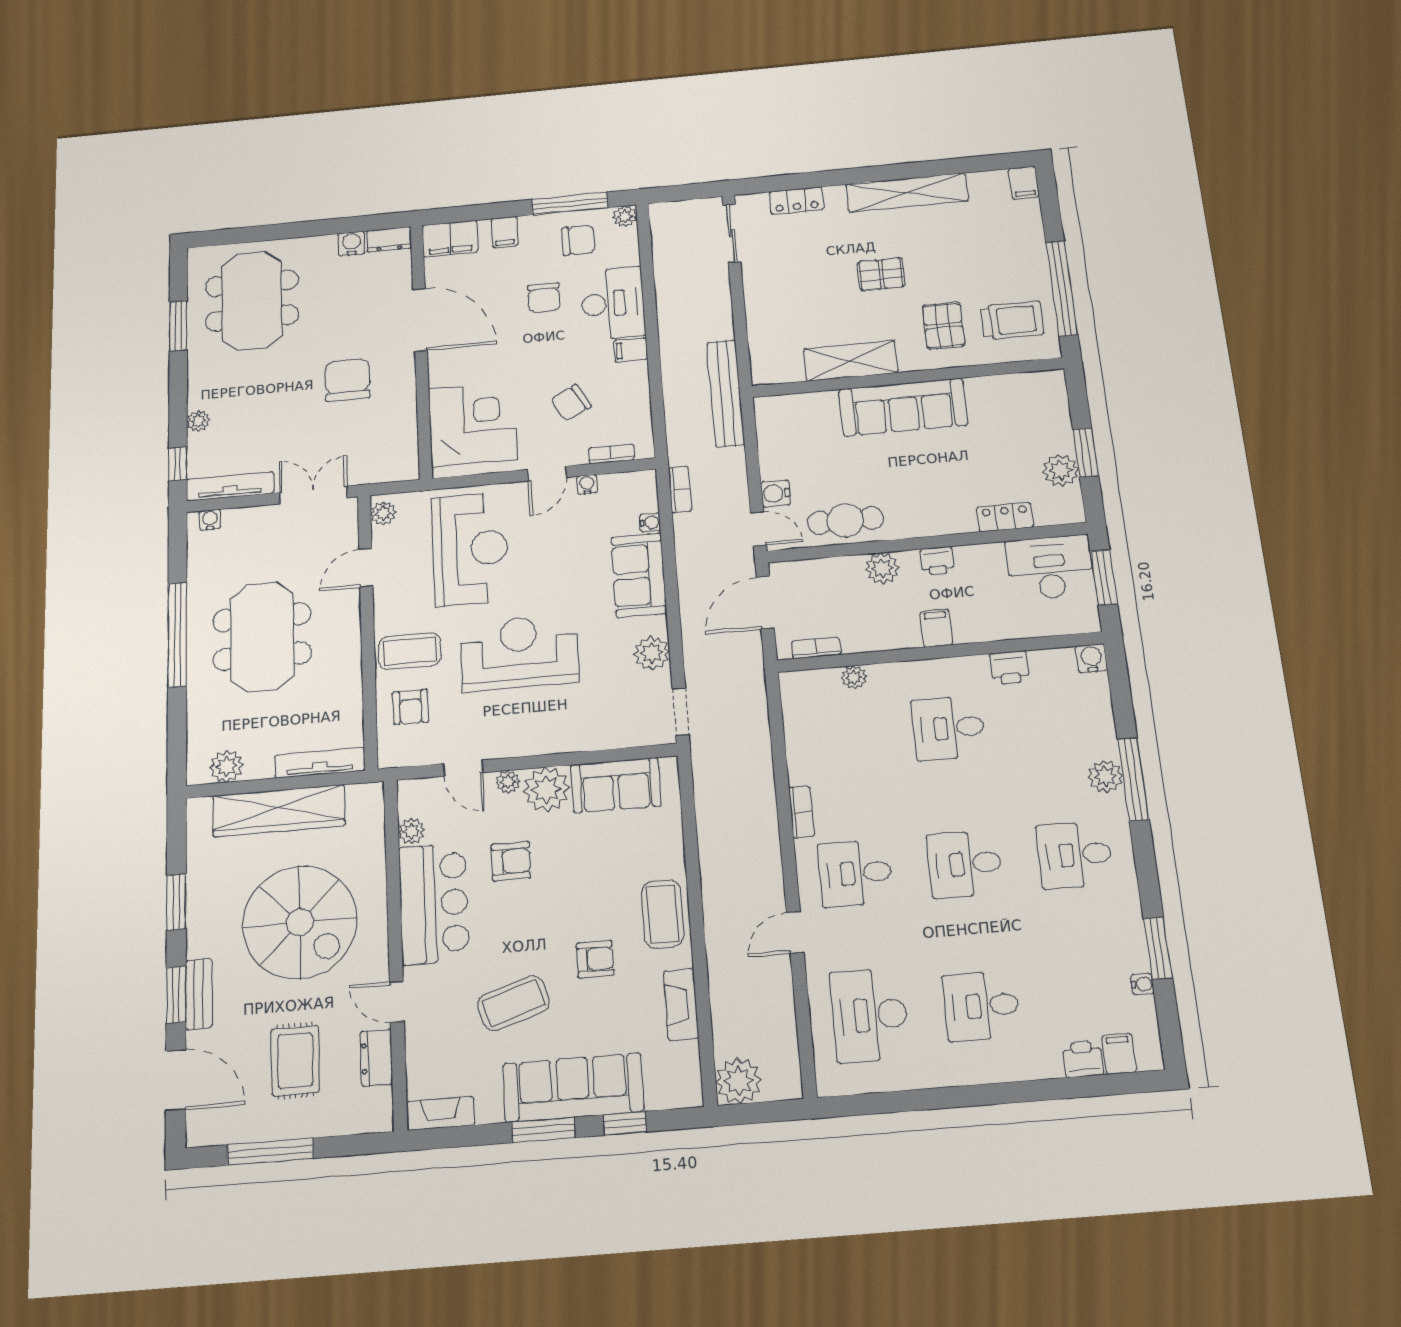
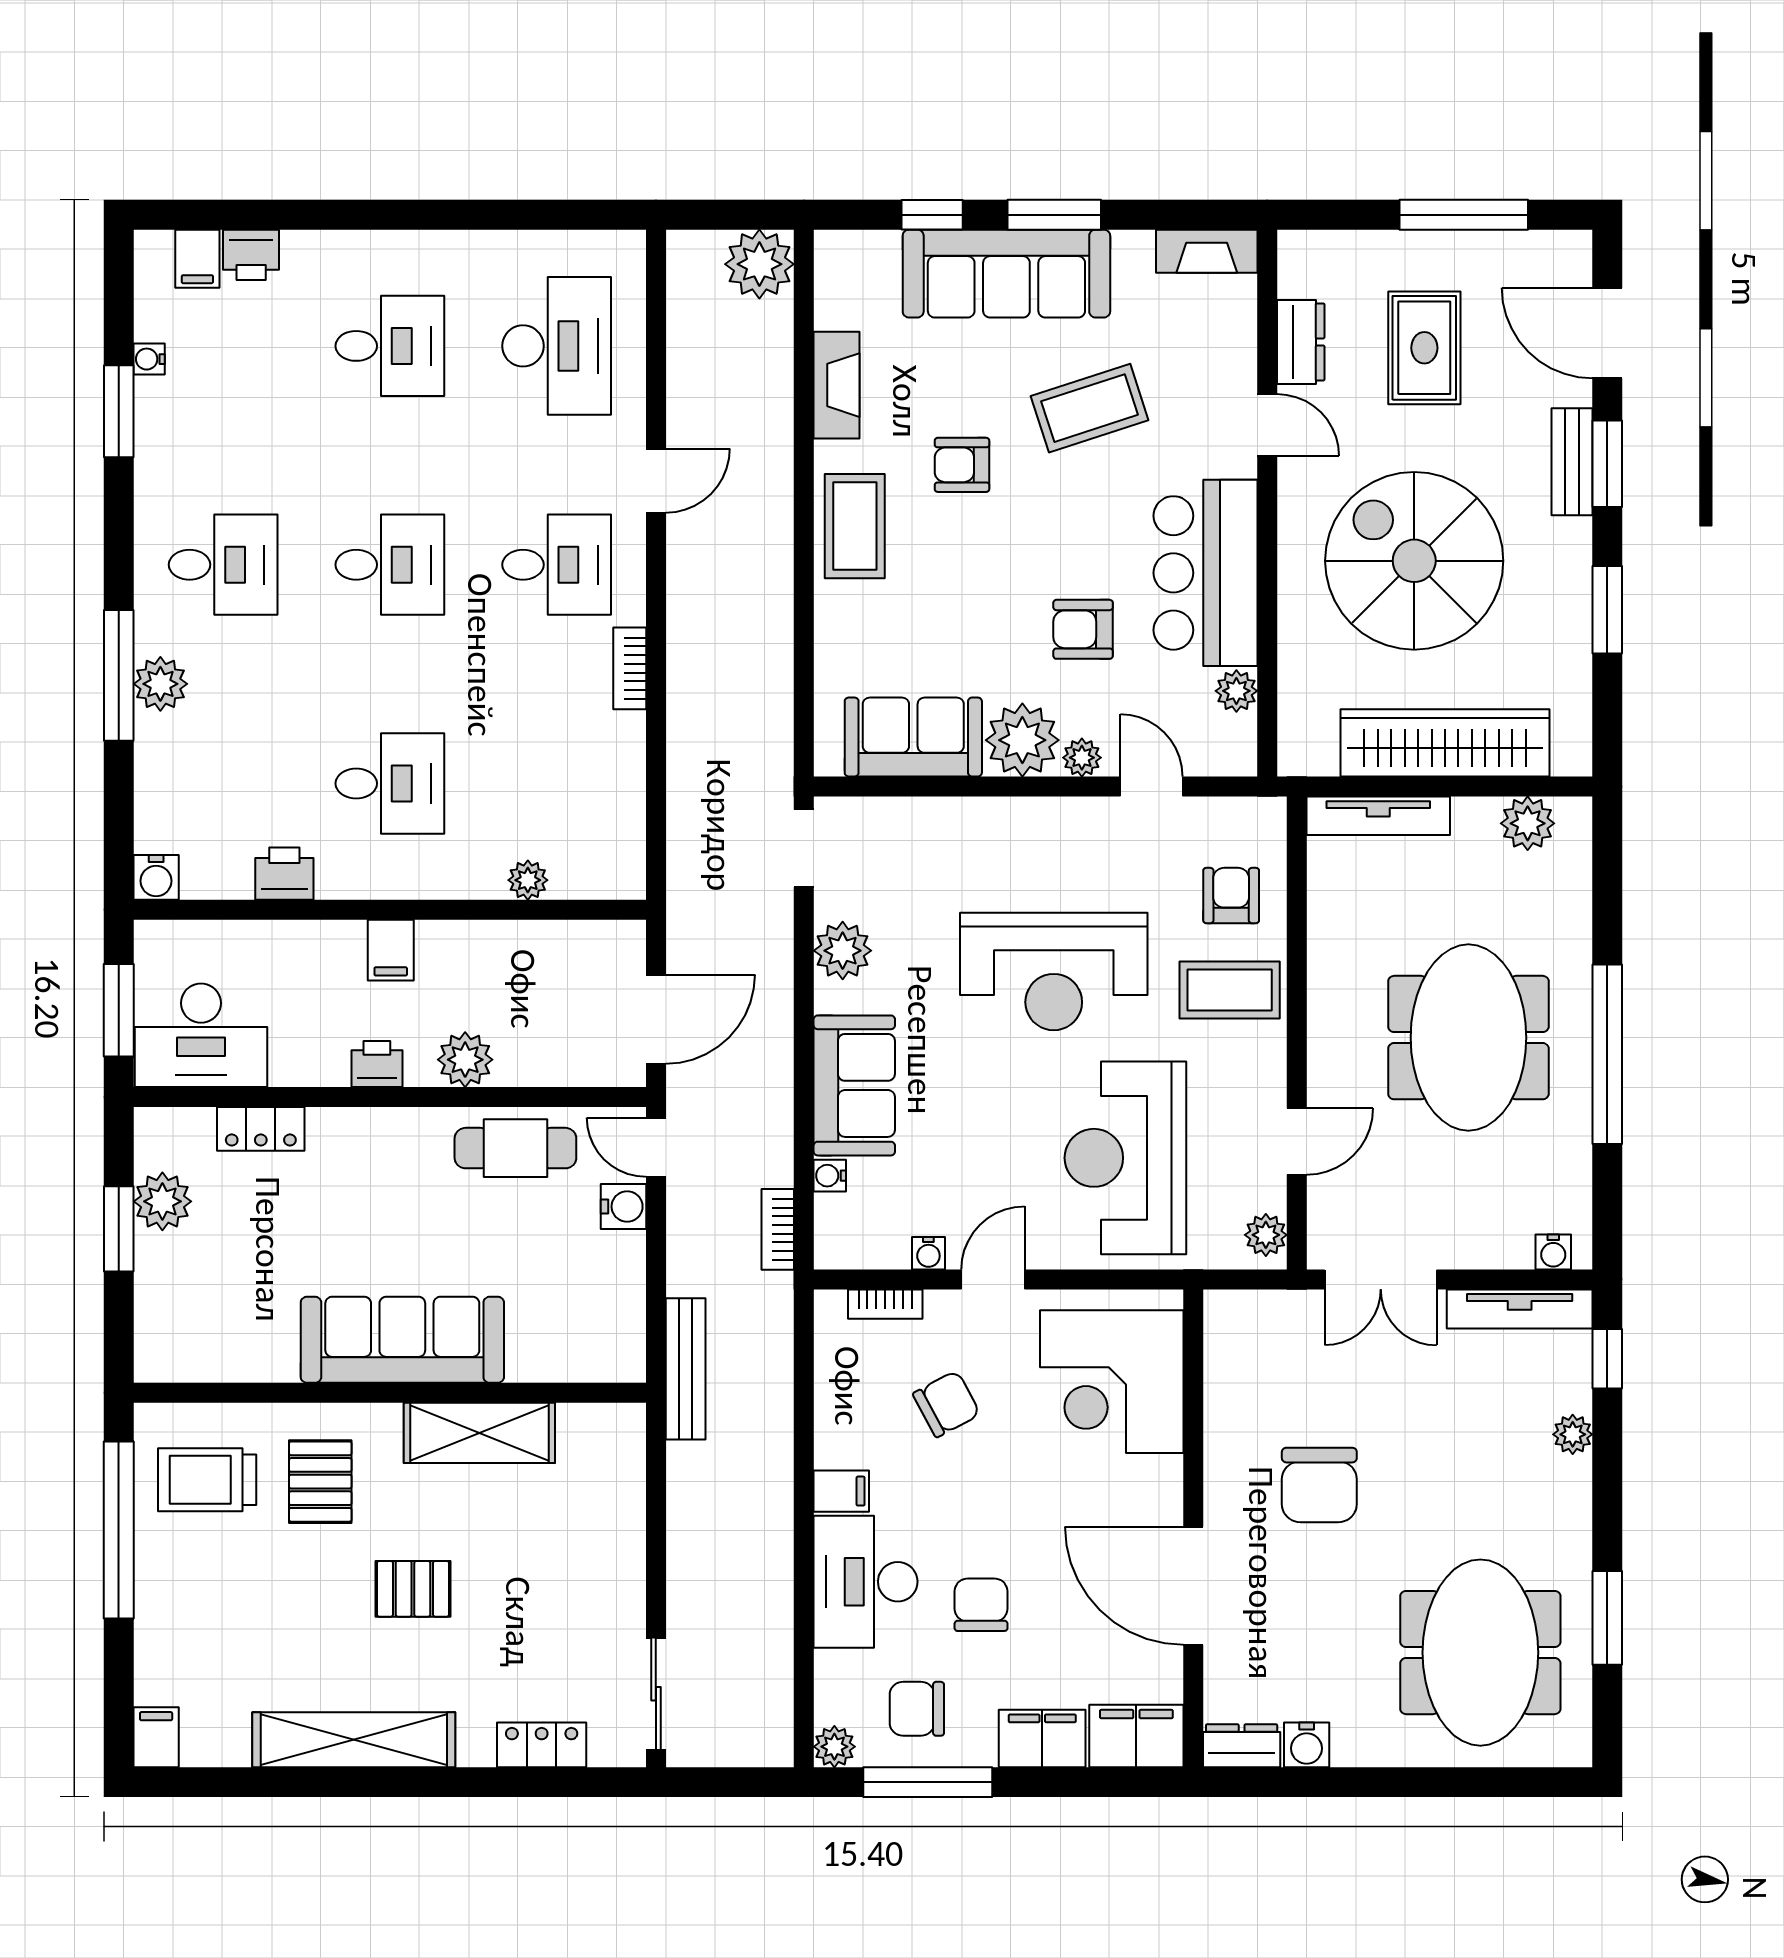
filing cabinet: (505, 232) -> (1042, 1739), width x2.00
bench: (726, 393) -> (686, 1369), width x0.73, depth x0.82
bookcase: (816, 648) -> (583, 935), removed

